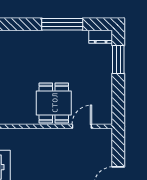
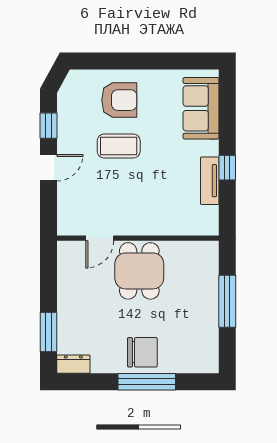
window: (62, 24) -> (147, 382), moved
chair: (52, 45) -> (142, 352), added

